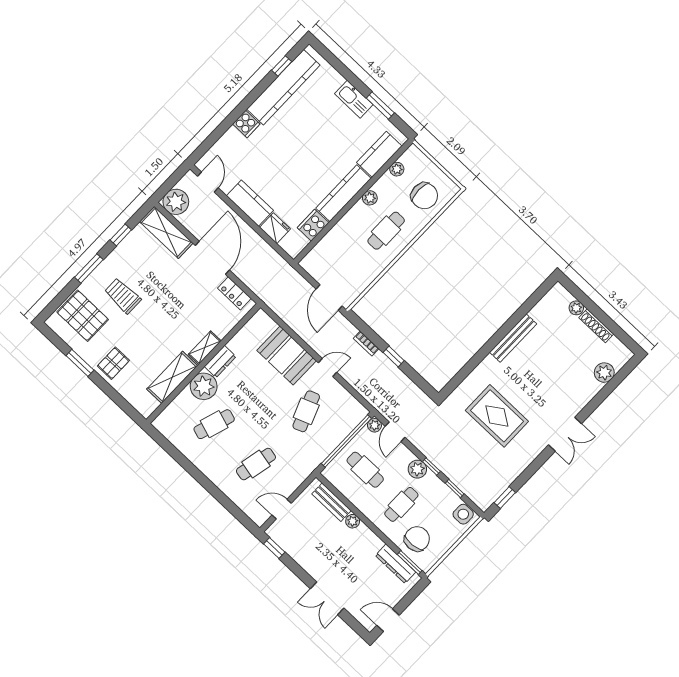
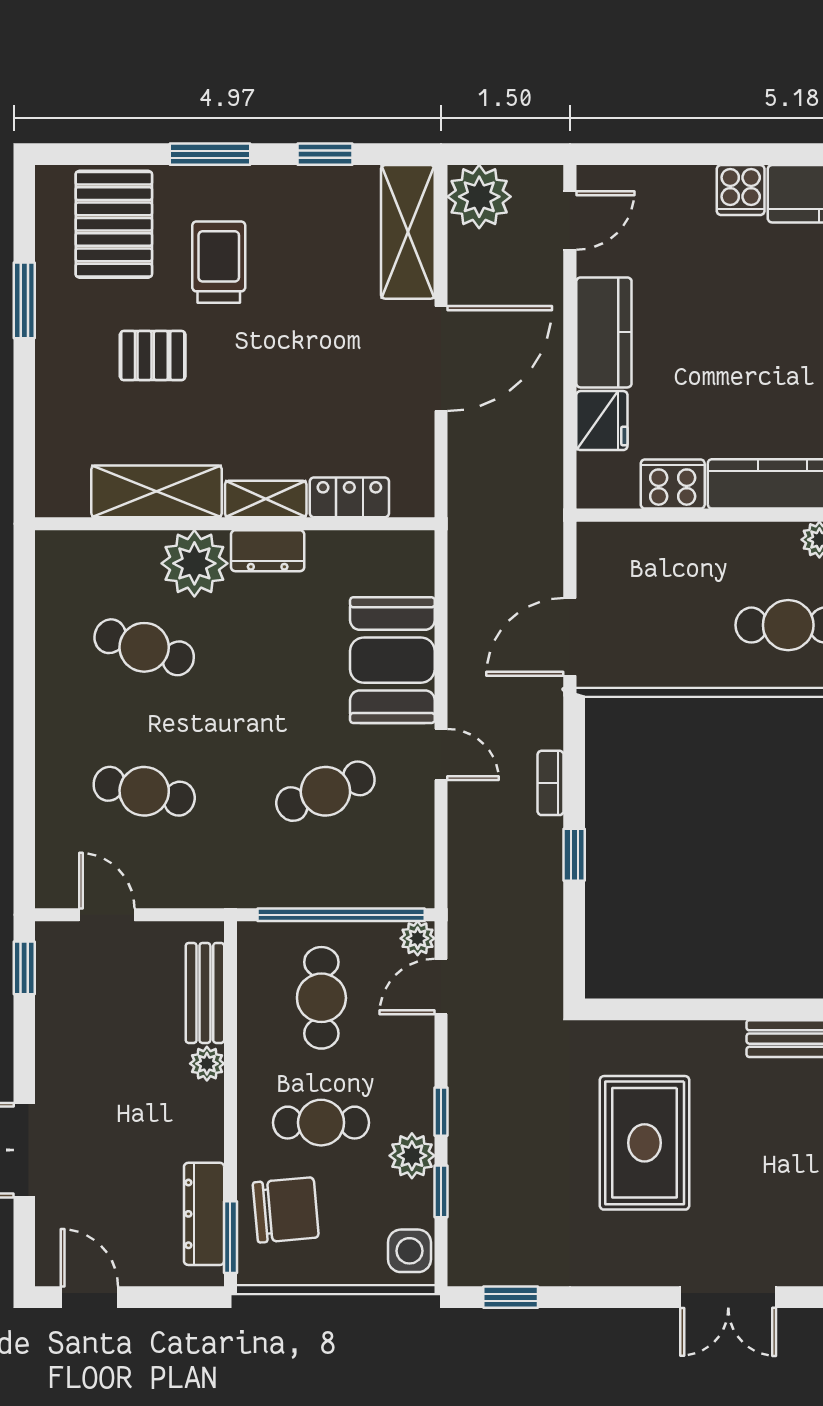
locker: (234, 293) -> (349, 497), moved, turned 90
pallet: (113, 363) -> (153, 356), moved
plant: (417, 469) -> (412, 1156), moved

